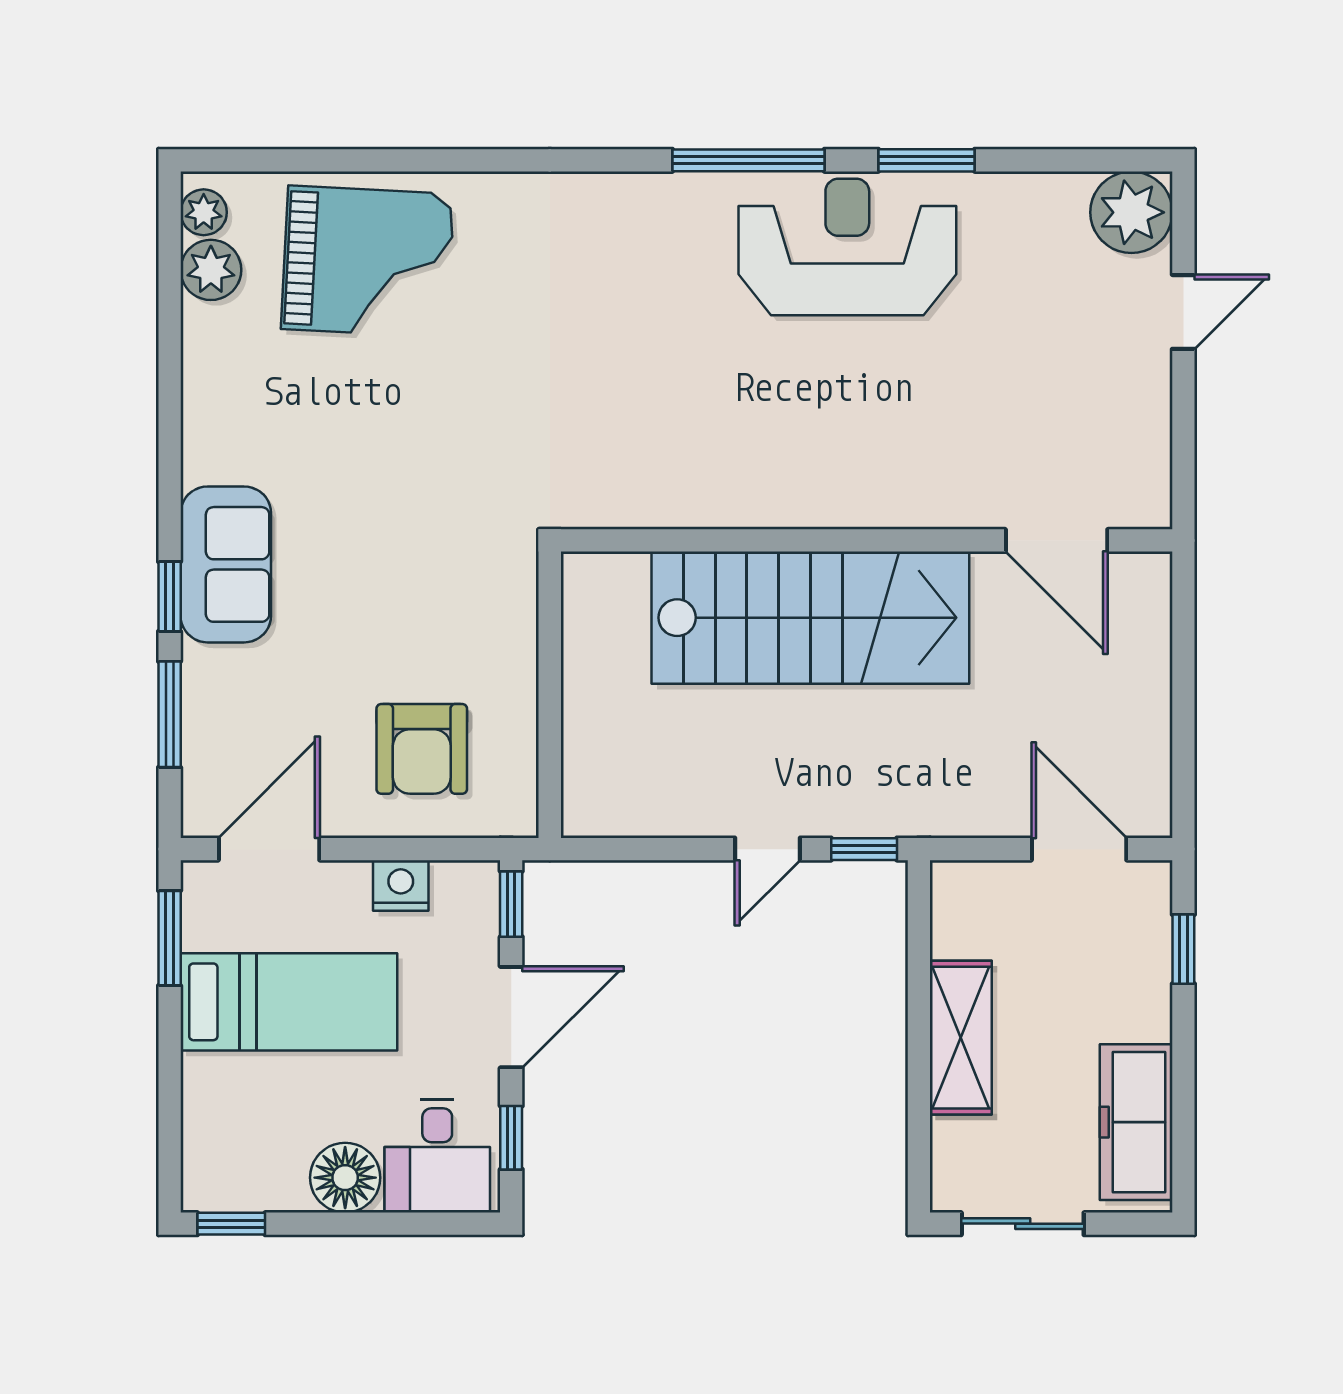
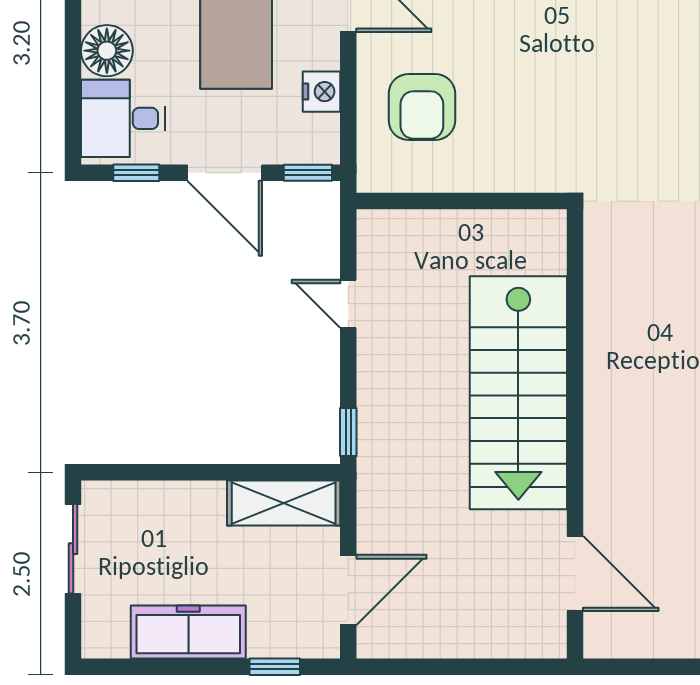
door: (1057, 540) -> (575, 574), swing flipped
armchair: (422, 749) -> (422, 107), turned -90
door: (767, 849) -> (348, 304), moved
shelving: (961, 1038) -> (284, 503), moved
freezer: (1136, 1122) -> (188, 632), moved

